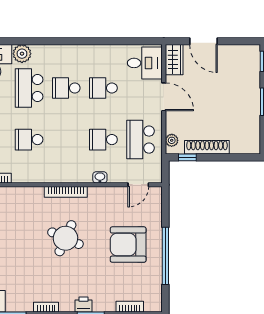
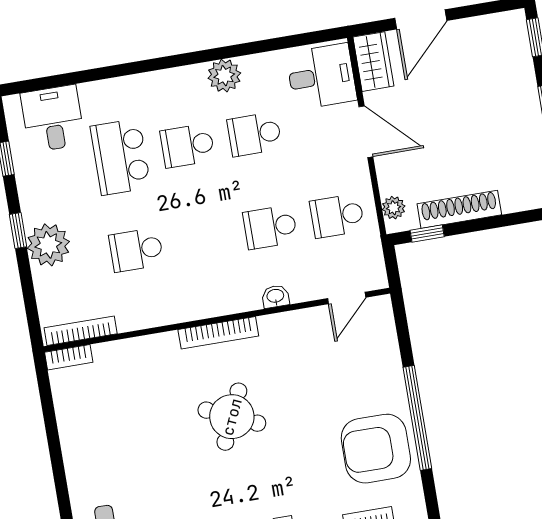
door: (203, 41) -> (421, 19), hinge flipped
plant: (22, 54) -> (224, 76), moved
school desk: (141, 140) -> (337, 216), width x0.54
armchair: (128, 245) -> (376, 449), moved

